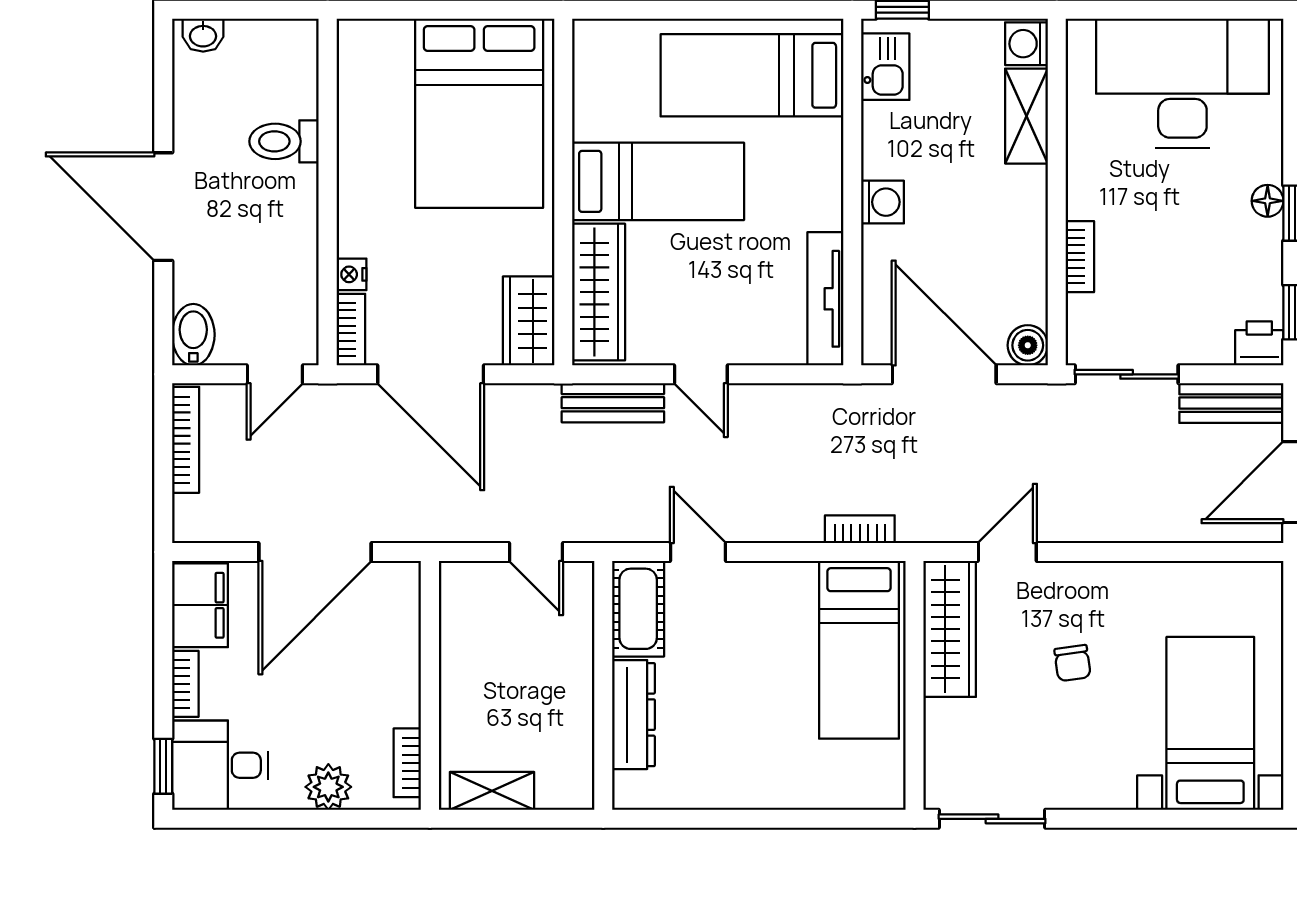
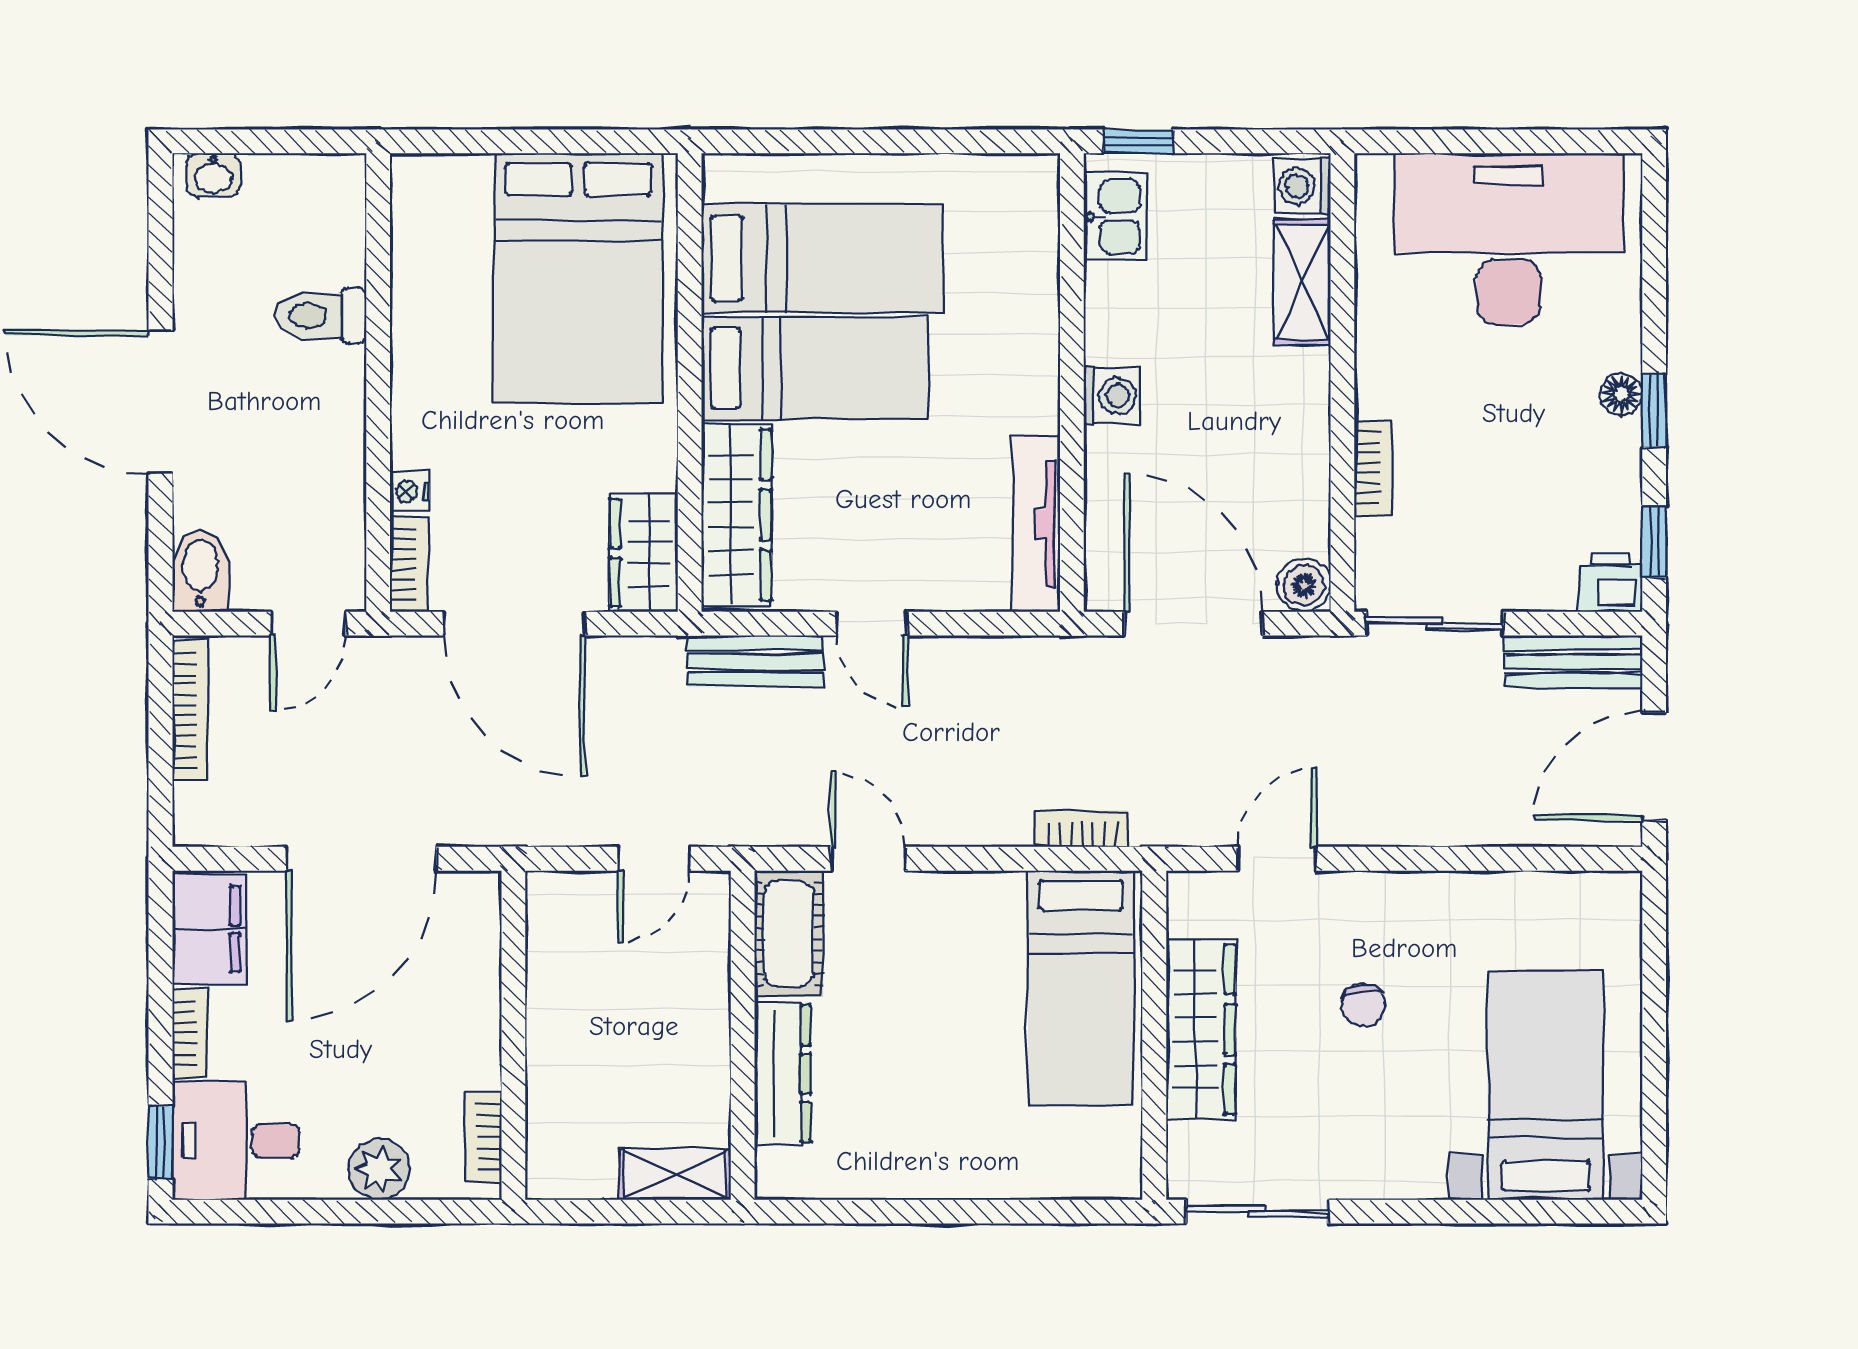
bed: (752, 75) -> (822, 258), moved, turned 180
door: (536, 552) -> (654, 859), hinge flipped
wardrobe: (950, 629) -> (1201, 1029), moved
shelving: (492, 791) -> (675, 1175), moved

